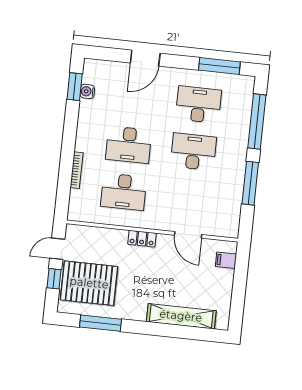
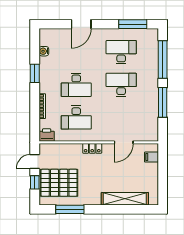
window: (75, 87) -> (35, 73), moved
printer: (78, 212) -> (47, 135), added
door: (188, 235) -> (124, 142), hinge flipped

